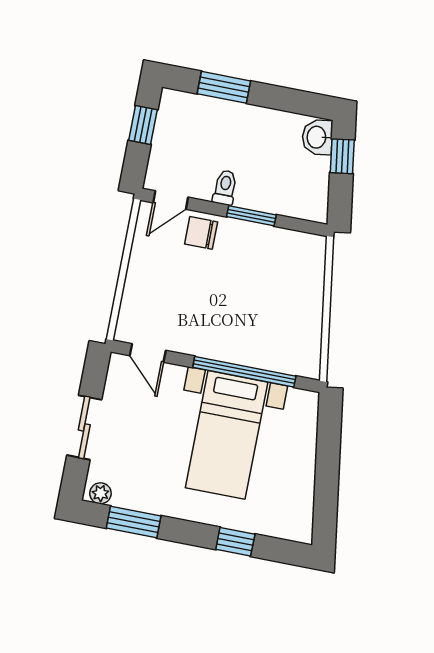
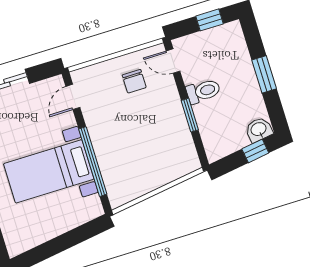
window: (224, 87) -> (264, 74), moved
toilet: (225, 188) -> (203, 91), width x1.37, depth x1.39
chair: (201, 233) -> (134, 81), moved, turned 180

